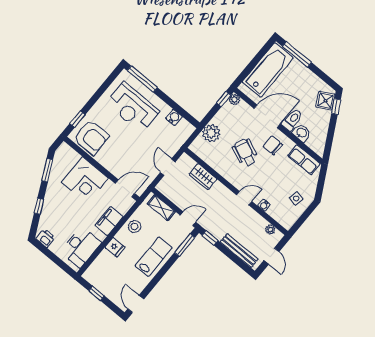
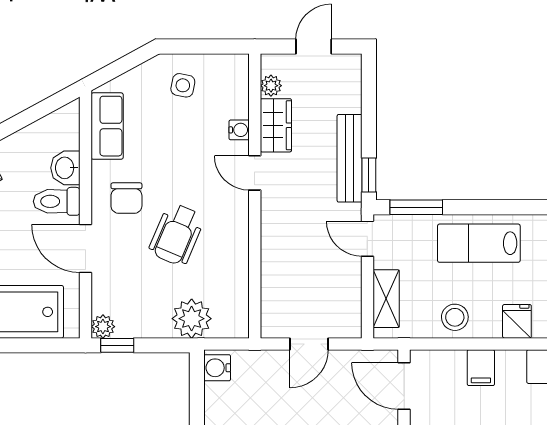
door: (267, 116) -> (86, 249), width x0.73
water cooler: (174, 117) -> (217, 368), moved
wardrobe: (203, 177) -> (276, 125), moved
filing cabinet: (109, 221) -> (481, 368), width x0.50
bench: (239, 251) -> (350, 158), moved

